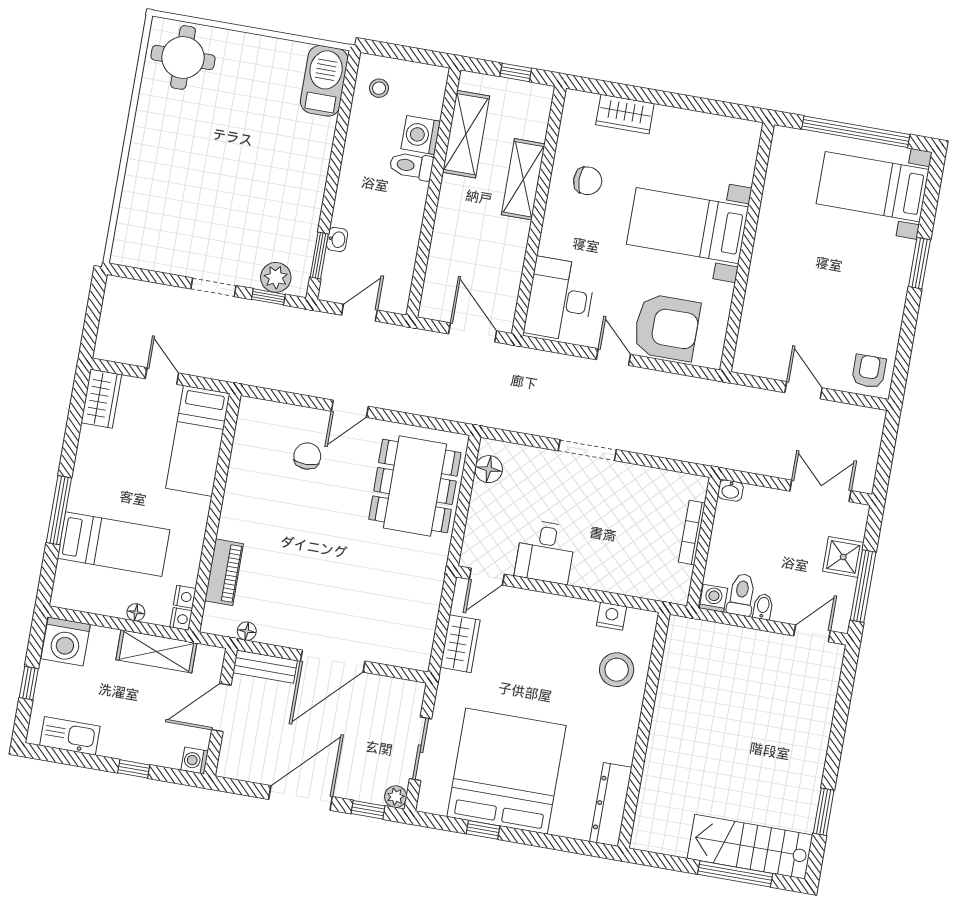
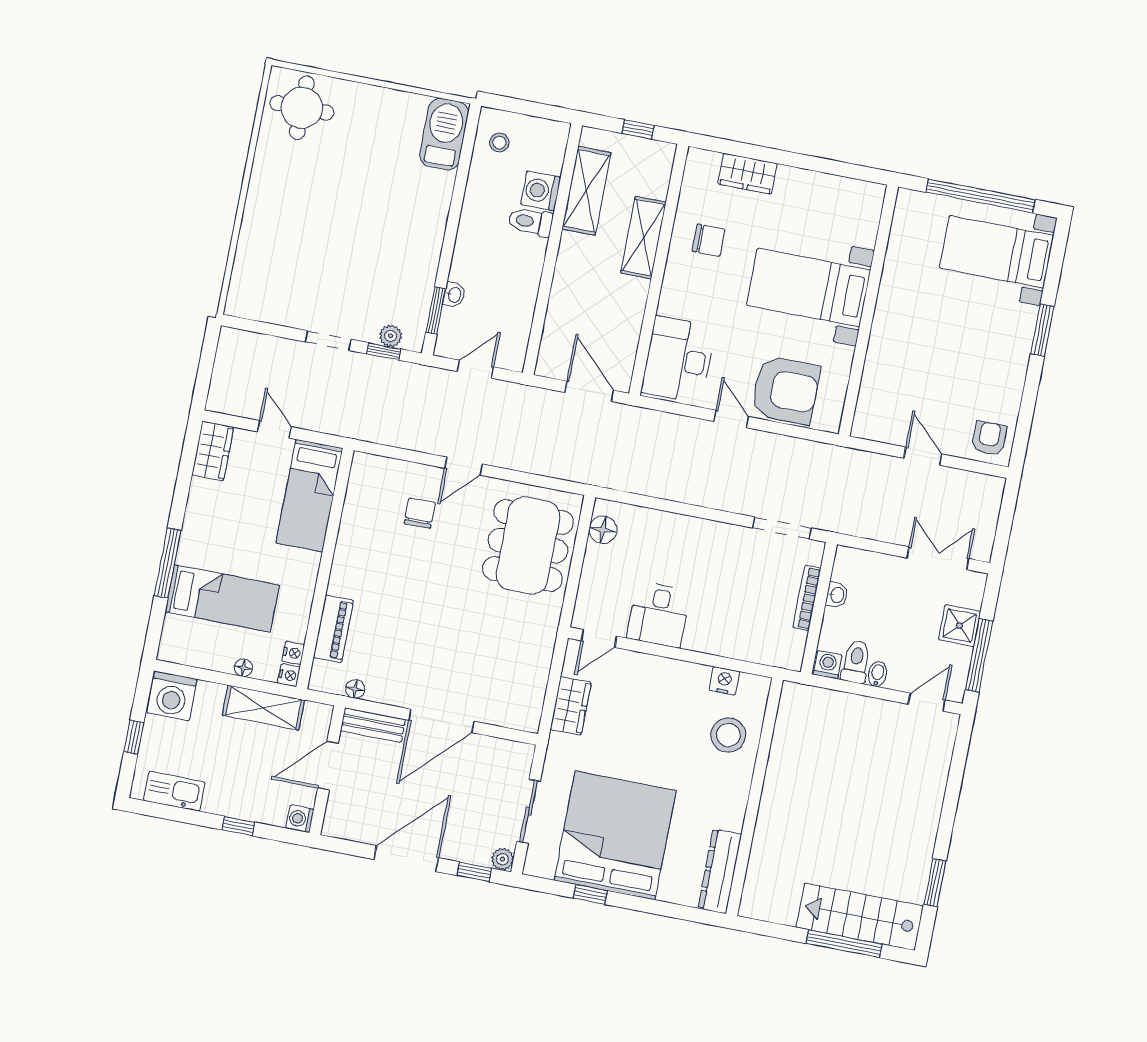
plant: (276, 277) -> (391, 336), width x0.73, depth x0.73
doorway: (587, 450) -> (782, 528), moved
washbasin: (730, 491) -> (837, 595), moved, turned -90

